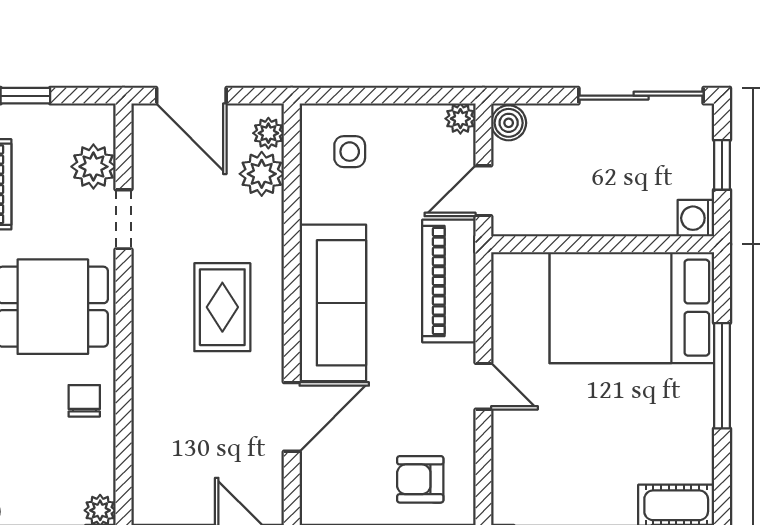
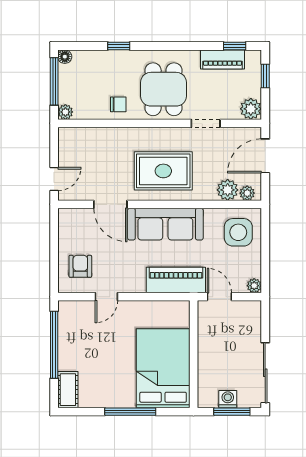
boiler: (509, 123) -> (252, 309), removed
side table: (350, 152) -> (238, 232), width x1.87, depth x1.87
window: (722, 165) -> (232, 412), width x1.50
plant: (93, 167) -> (251, 109), moved
washing machine: (696, 218) -> (228, 399), moved
rug: (222, 307) -> (163, 171), width x1.36, depth x1.43
door: (483, 386) -> (106, 297), moved

